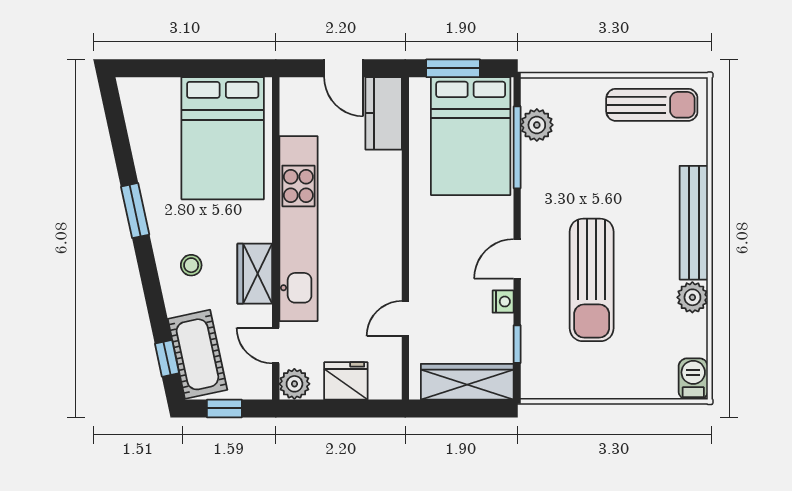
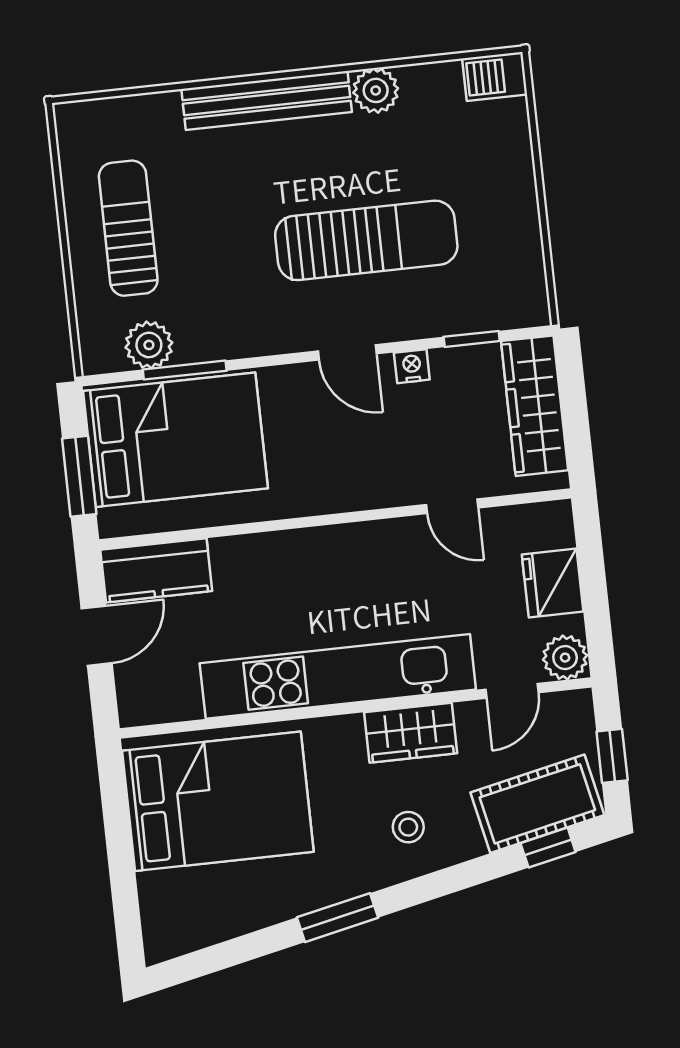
sun lounger: (652, 105) -> (128, 228), moved
window: (517, 147) -> (185, 370), width x0.69

